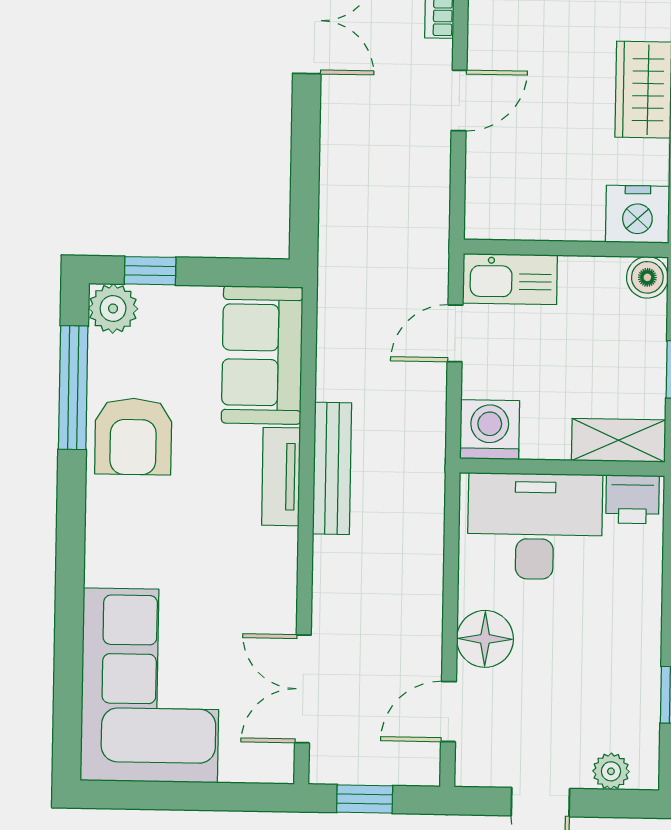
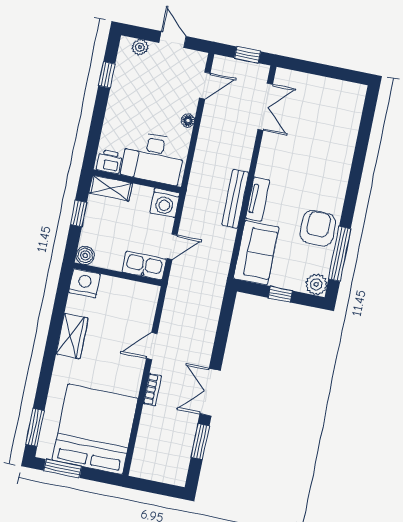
window: (150, 271) -> (280, 294), moved
floor lamp: (485, 639) -> (188, 121), width x0.53, depth x0.53
corner sofa: (150, 685) -> (330, 120), removed

